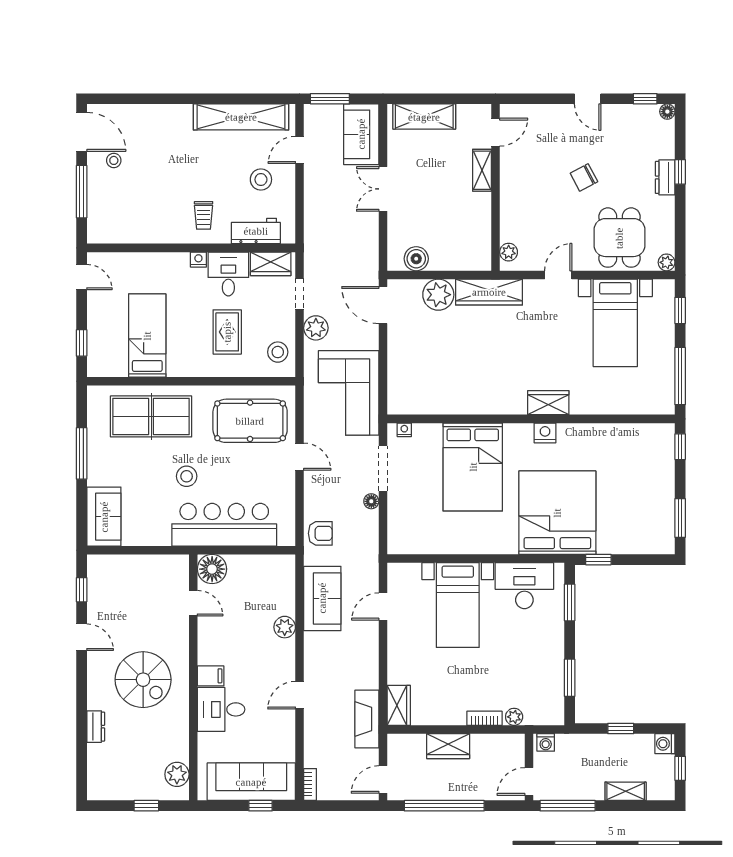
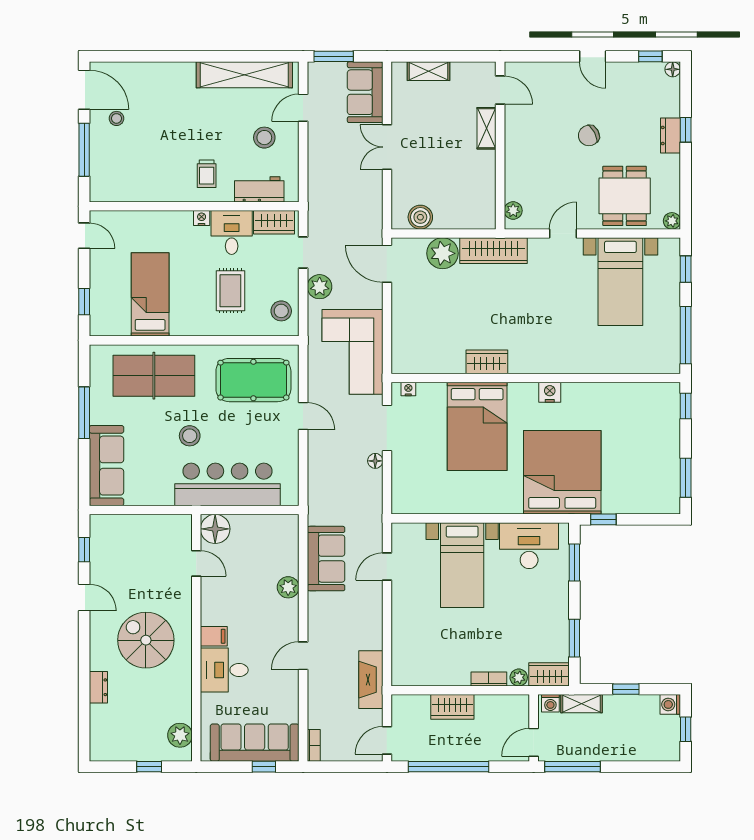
shelving: (424, 117) -> (428, 71), width x0.67, depth x0.75
door: (496, 132) -> (500, 90), hinge flipped
wardrobe: (548, 403) -> (487, 362), moved
sofa: (104, 517) -> (107, 466), width x1.36
armchair: (320, 533) -> (324, 493), removed
spiral stairs: (143, 680) -> (146, 640), turned 180
wardrobe: (399, 705) -> (549, 674), moved, turned -90
shelving: (626, 791) -> (581, 704), moved

